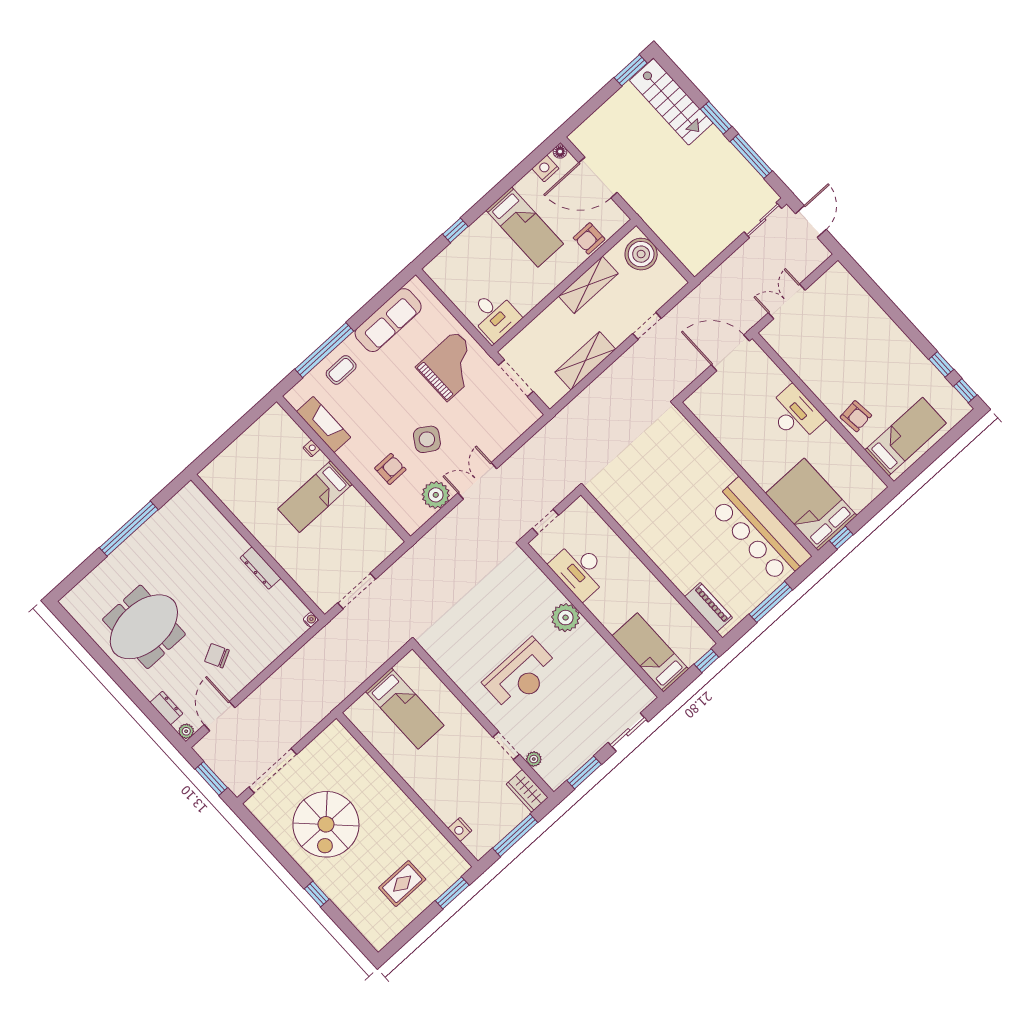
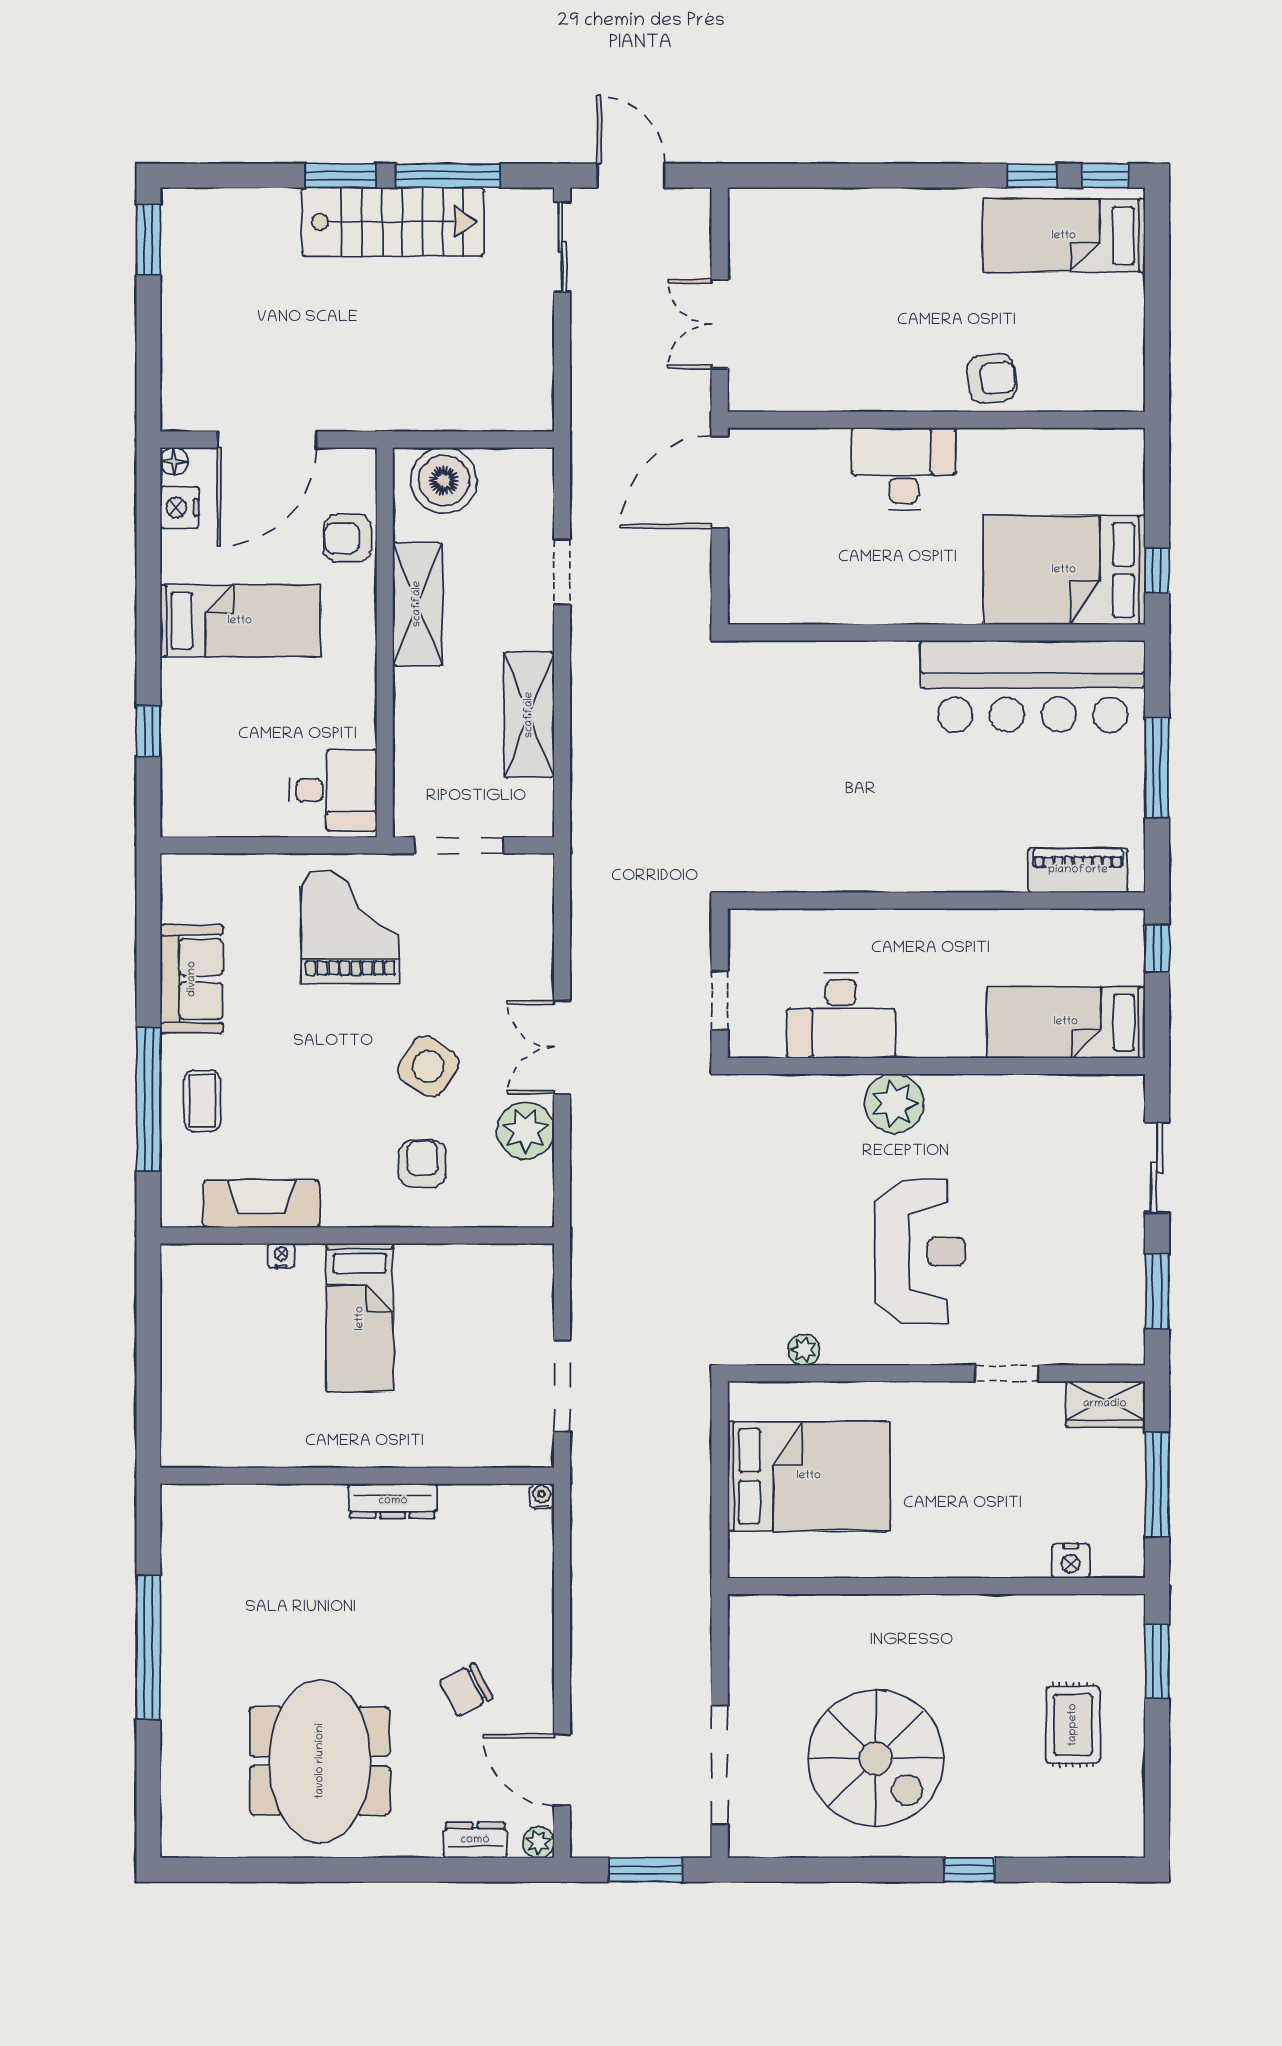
stairs: (671, 102) -> (393, 222), moved
armchair: (589, 238) -> (347, 538), turned 90
sofa: (388, 320) -> (192, 979), width x0.73
bed: (906, 437) -> (1064, 236), moved, turned -90
bed: (405, 708) -> (809, 1476), width x1.50
plant: (534, 759) -> (804, 1350), moved

